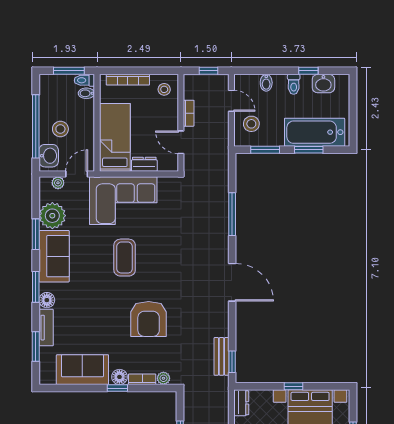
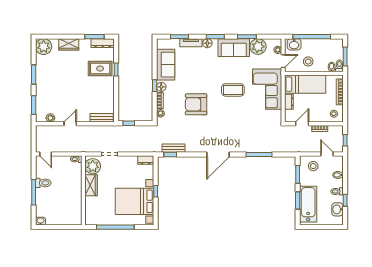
door: (231, 101) -> (327, 154), swing flipped
stool: (60, 129) -> (308, 61), moved
door: (77, 174) -> (283, 61), hinge flipped

